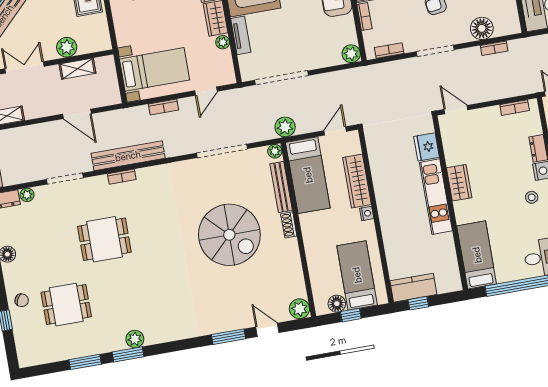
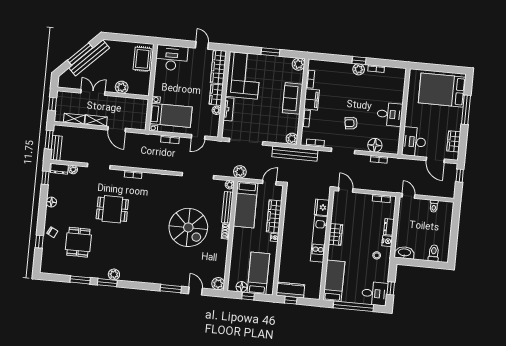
shelving: (77, 69) -> (96, 121), moved
bench: (128, 156) -> (295, 154), moved
dining table: (66, 305) -> (78, 242), turned 90

